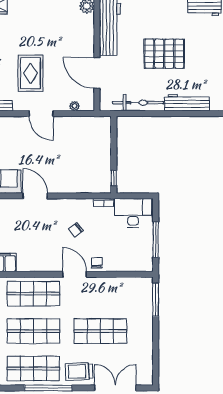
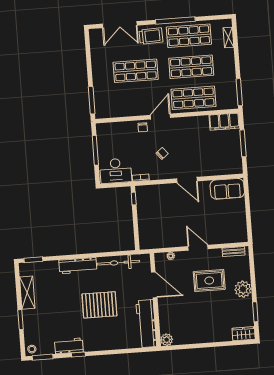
rug: (31, 73) -> (209, 281), turned 90
door: (35, 196) -> (187, 180), moved
door: (75, 274) -> (160, 116), swing flipped

